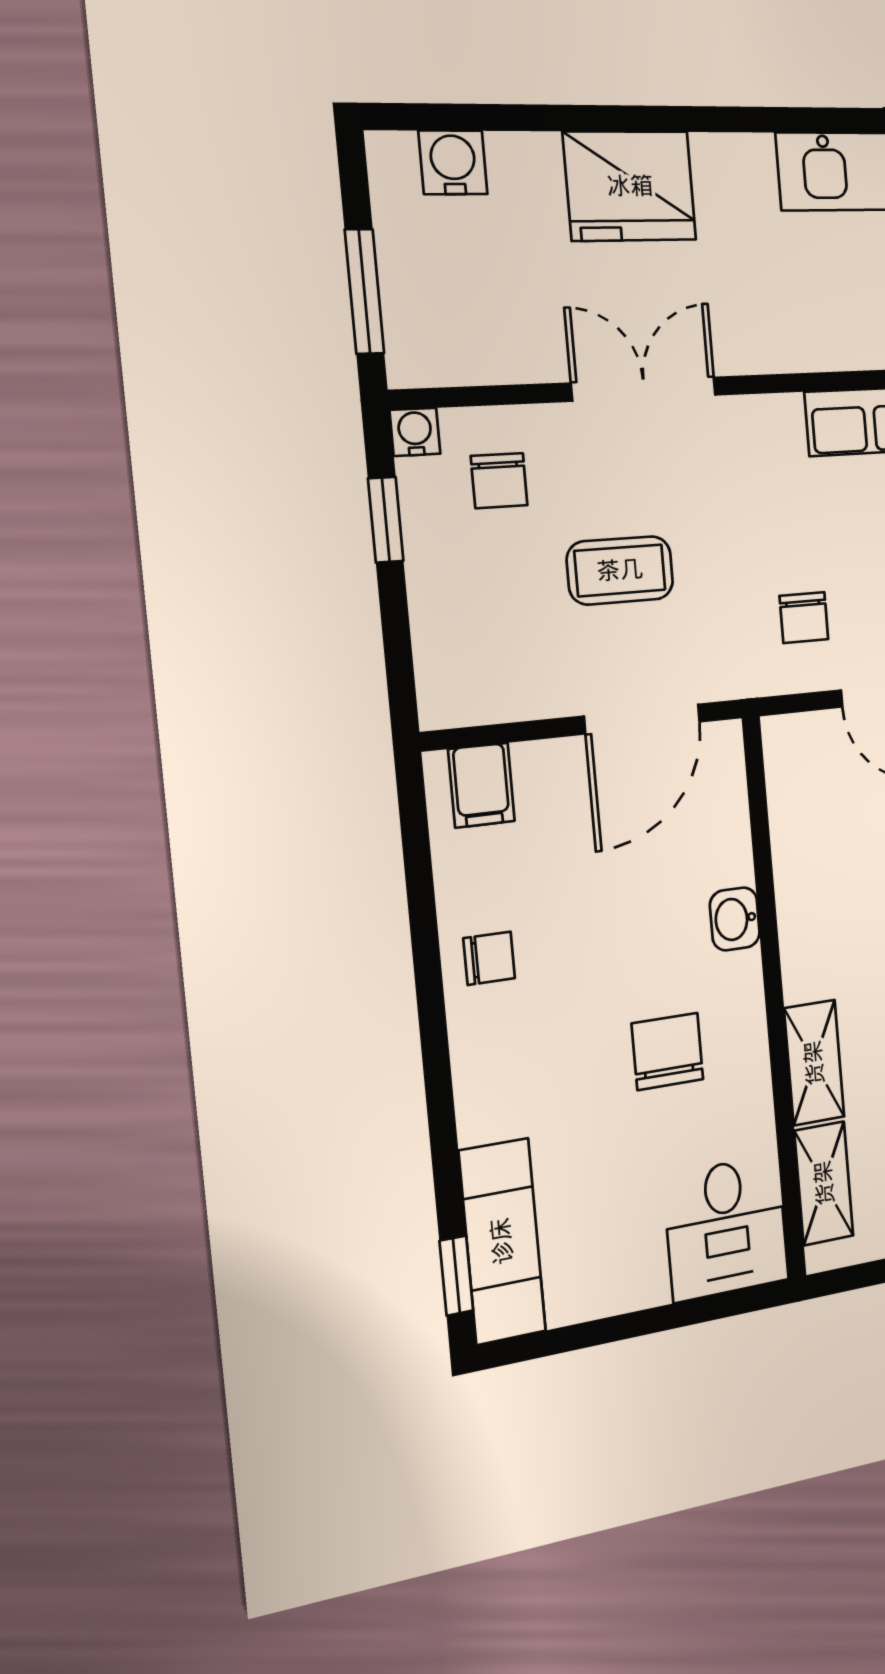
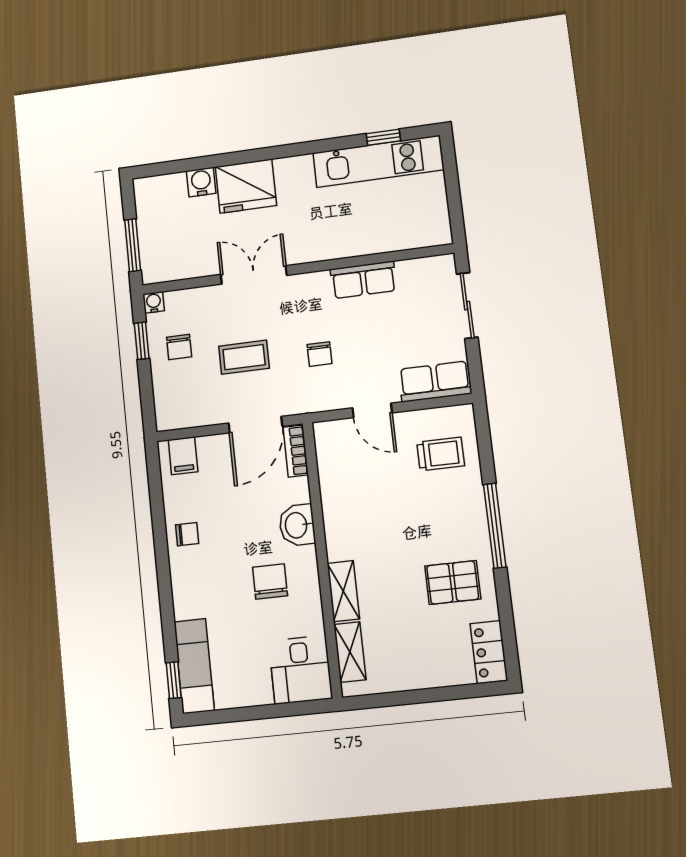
water cooler: (453, 162) -> (201, 182), moved
chair: (499, 481) -> (179, 347), moved
chair: (804, 618) -> (319, 354), moved
bookcase: (726, 777) -> (296, 451), added
washbasin: (735, 919) -> (297, 525), width x1.38, depth x1.45

